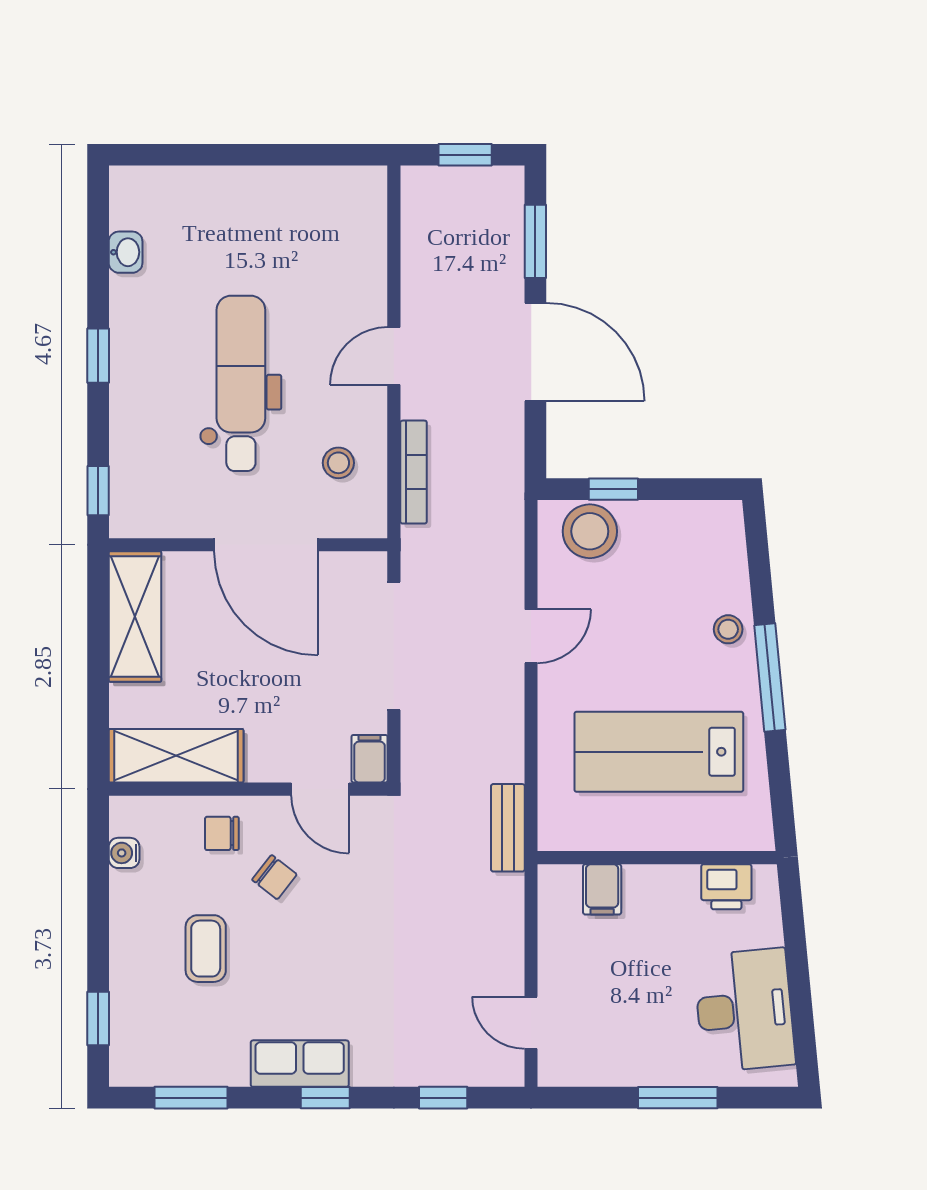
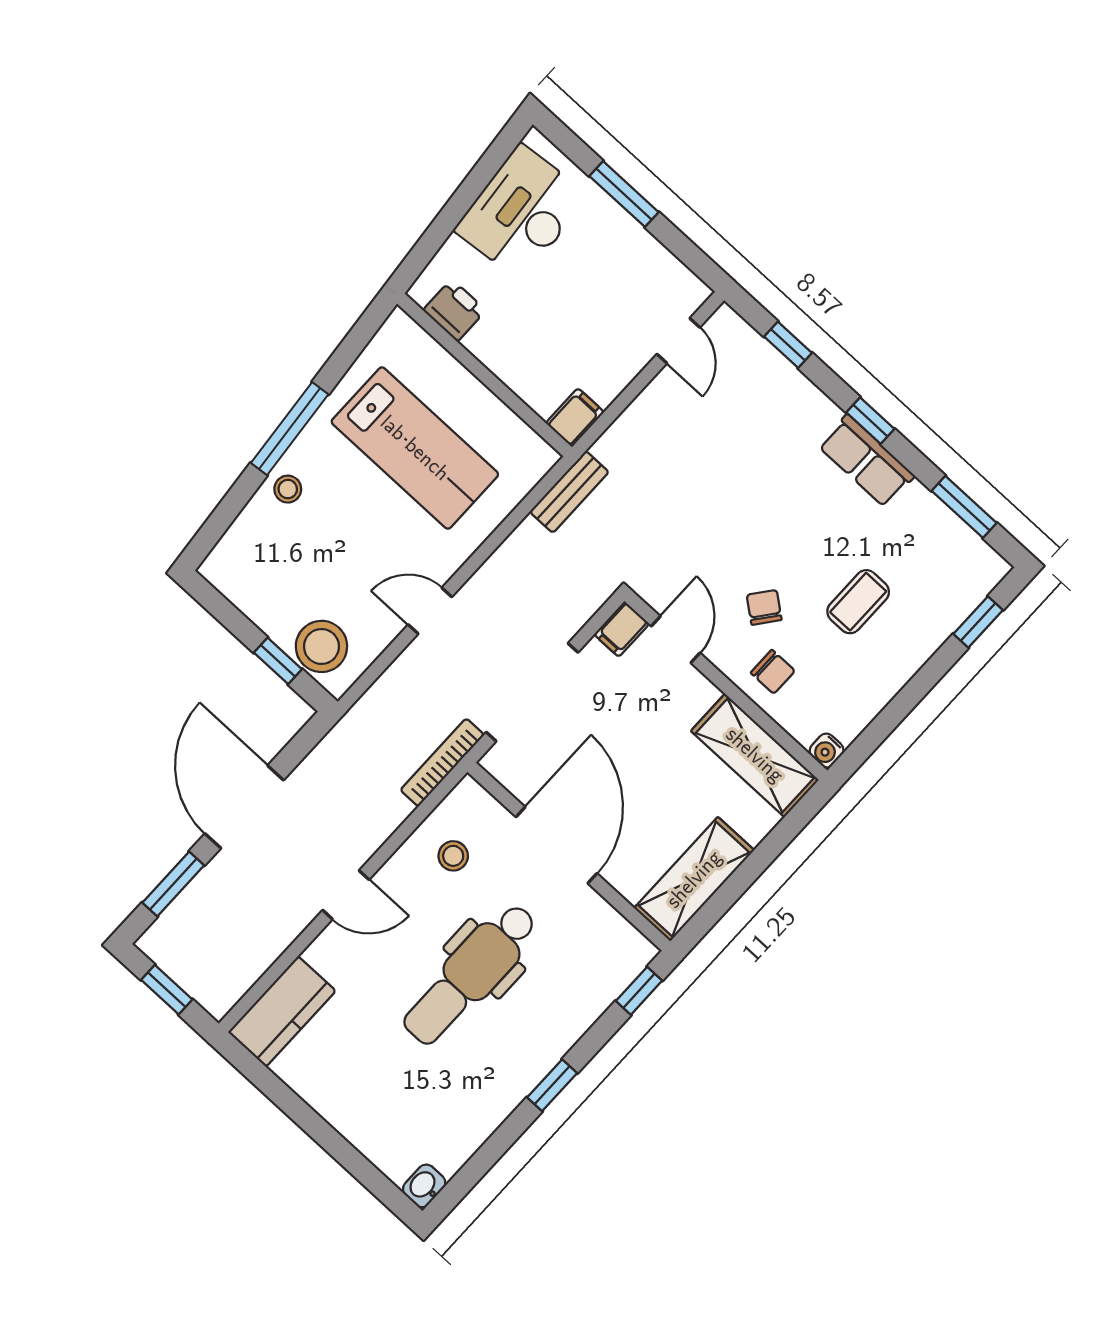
kitchen counter: (360, 220) -> (282, 1012), added
washbasin: (126, 252) -> (424, 1186), moved
bookcase: (414, 472) -> (442, 762), moved
water cooler: (124, 853) -> (827, 750), moved, turned 90
filing cabinet: (602, 889) -> (575, 418), moved

